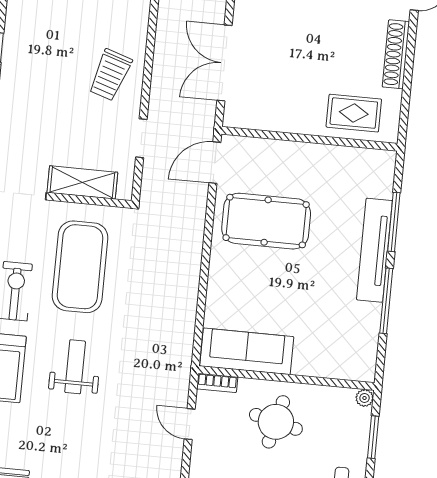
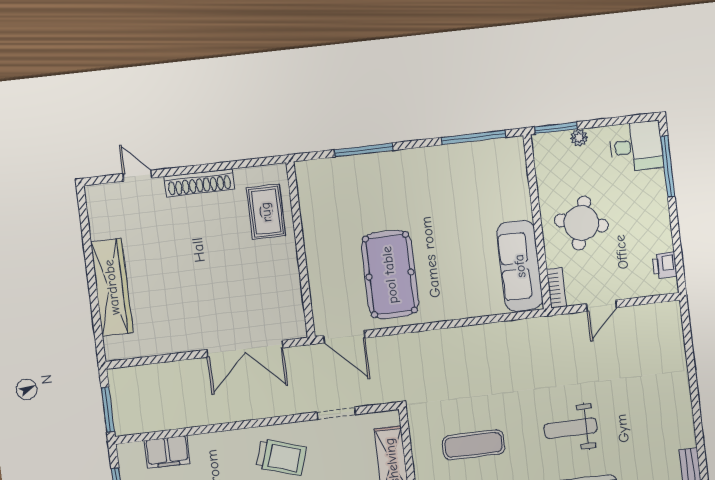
tv unit: (374, 250) -> (395, 163), removed
exercise mat: (80, 267) -> (474, 445), width x0.50, depth x0.69
window: (386, 301) -> (473, 137), moved
plant: (365, 398) -> (579, 138), moved
window: (373, 437) -> (556, 128), moved

